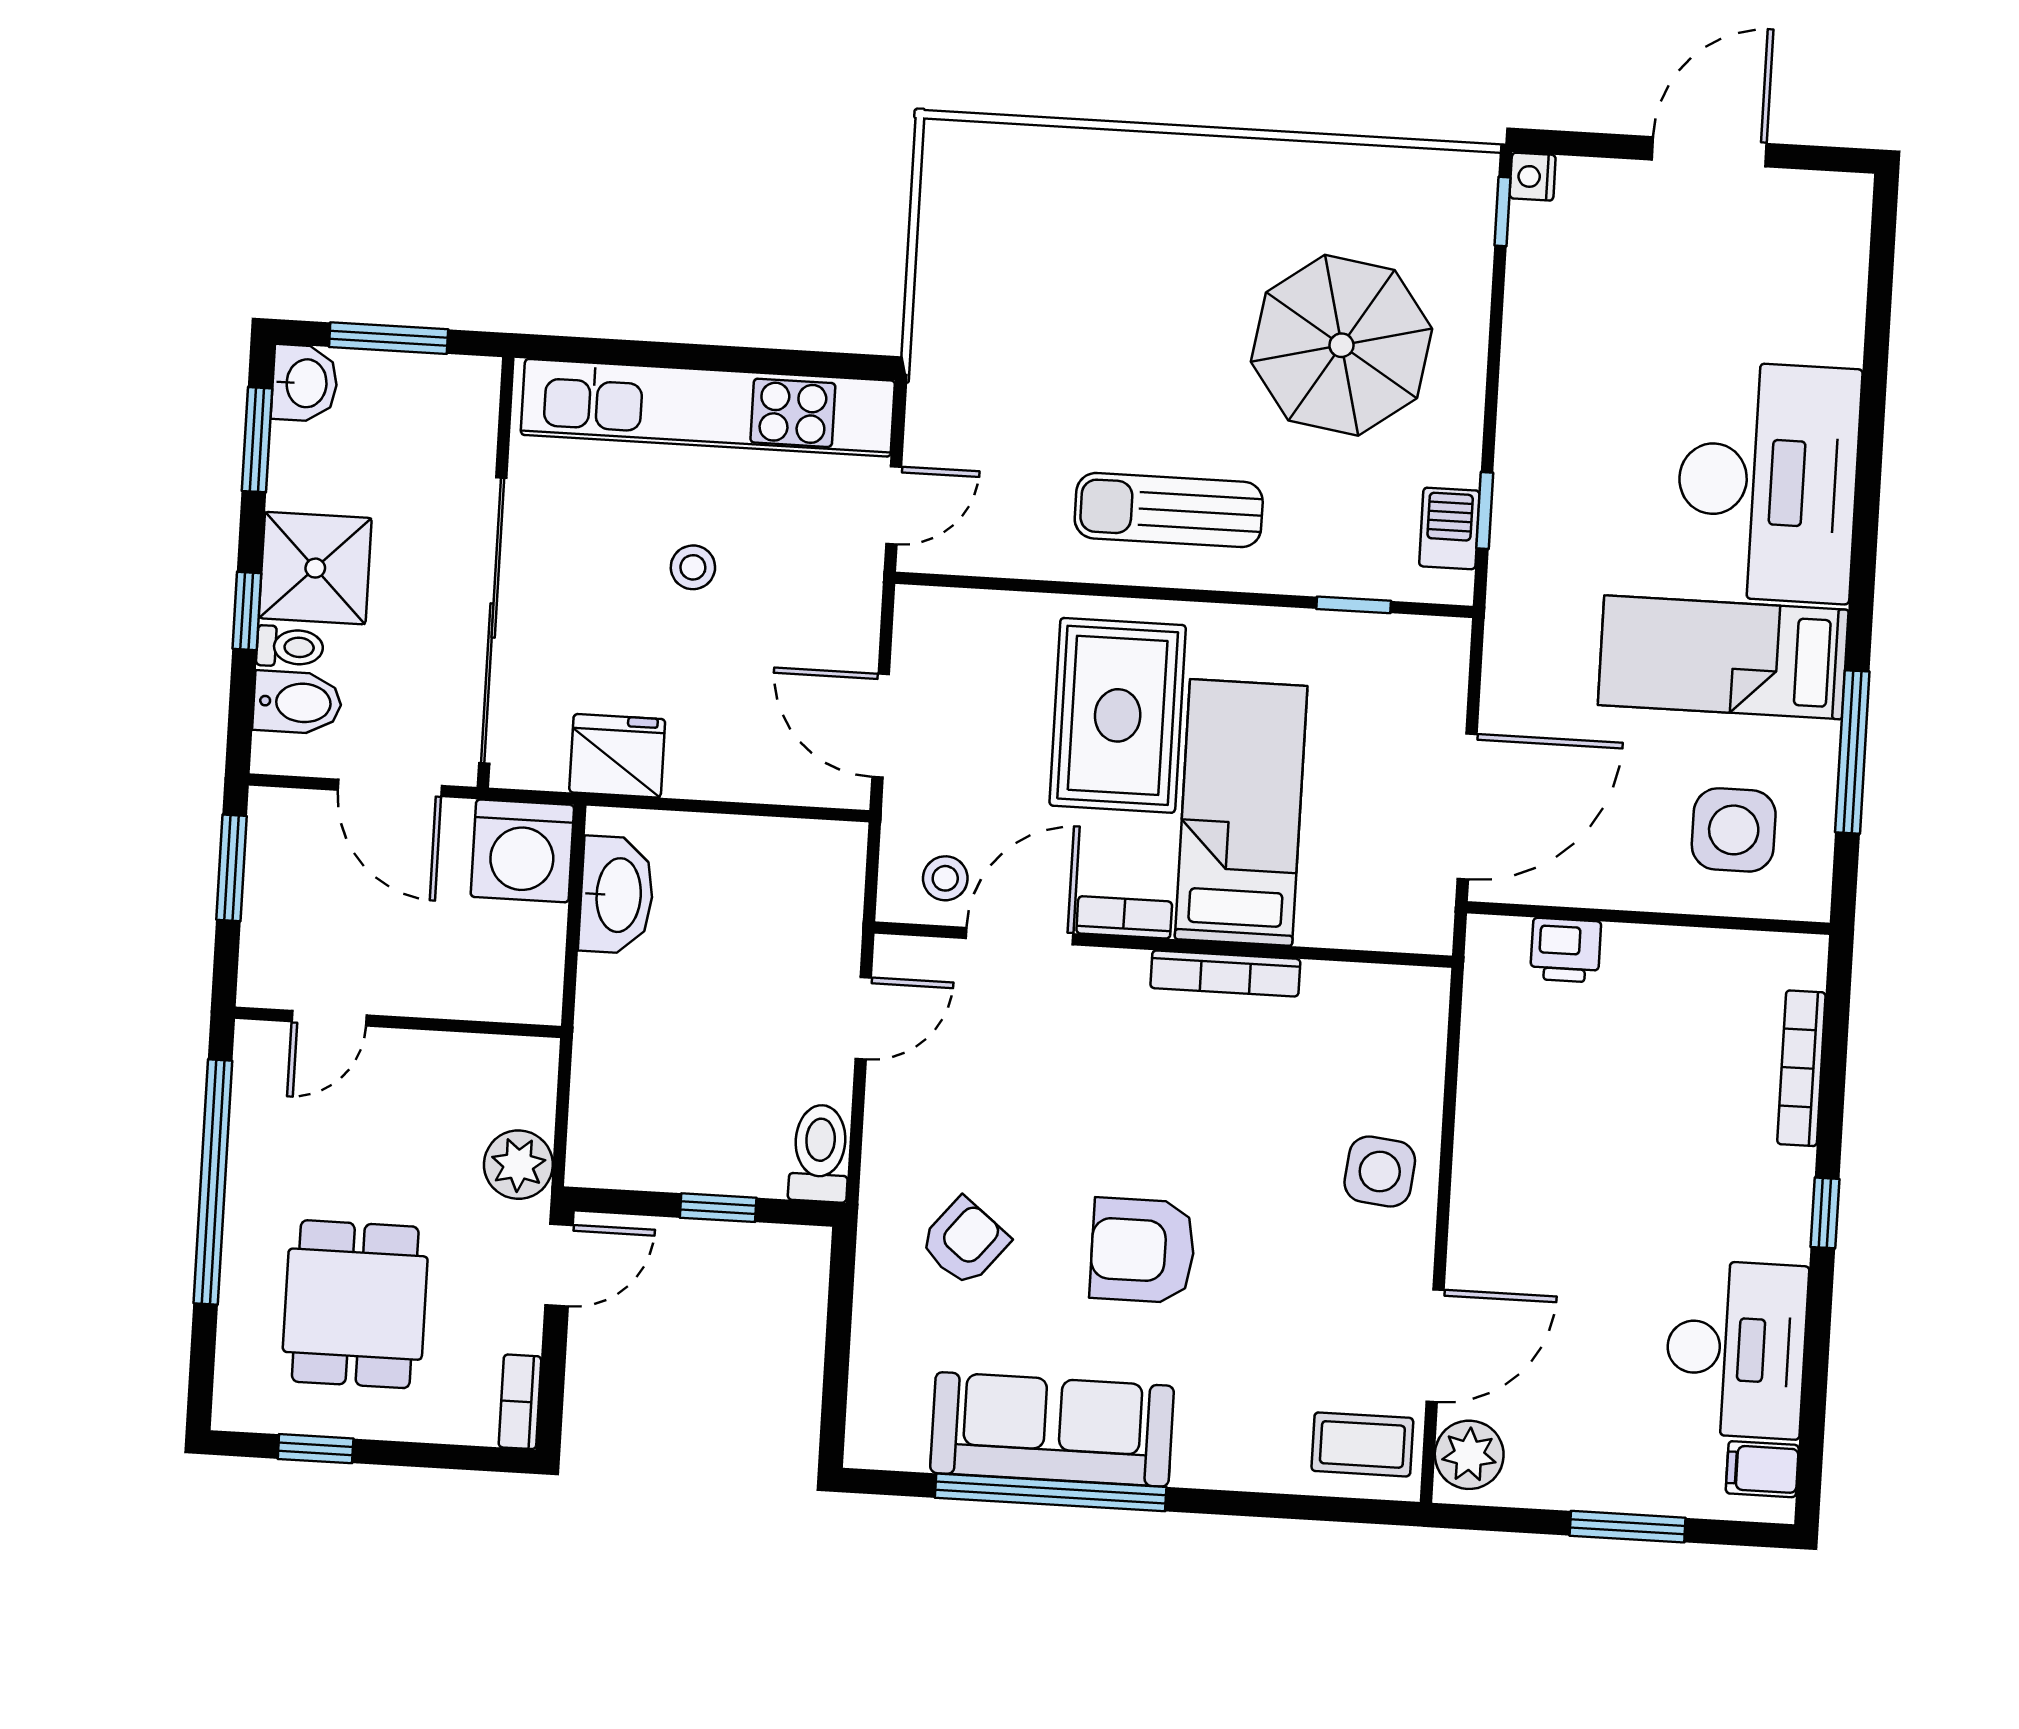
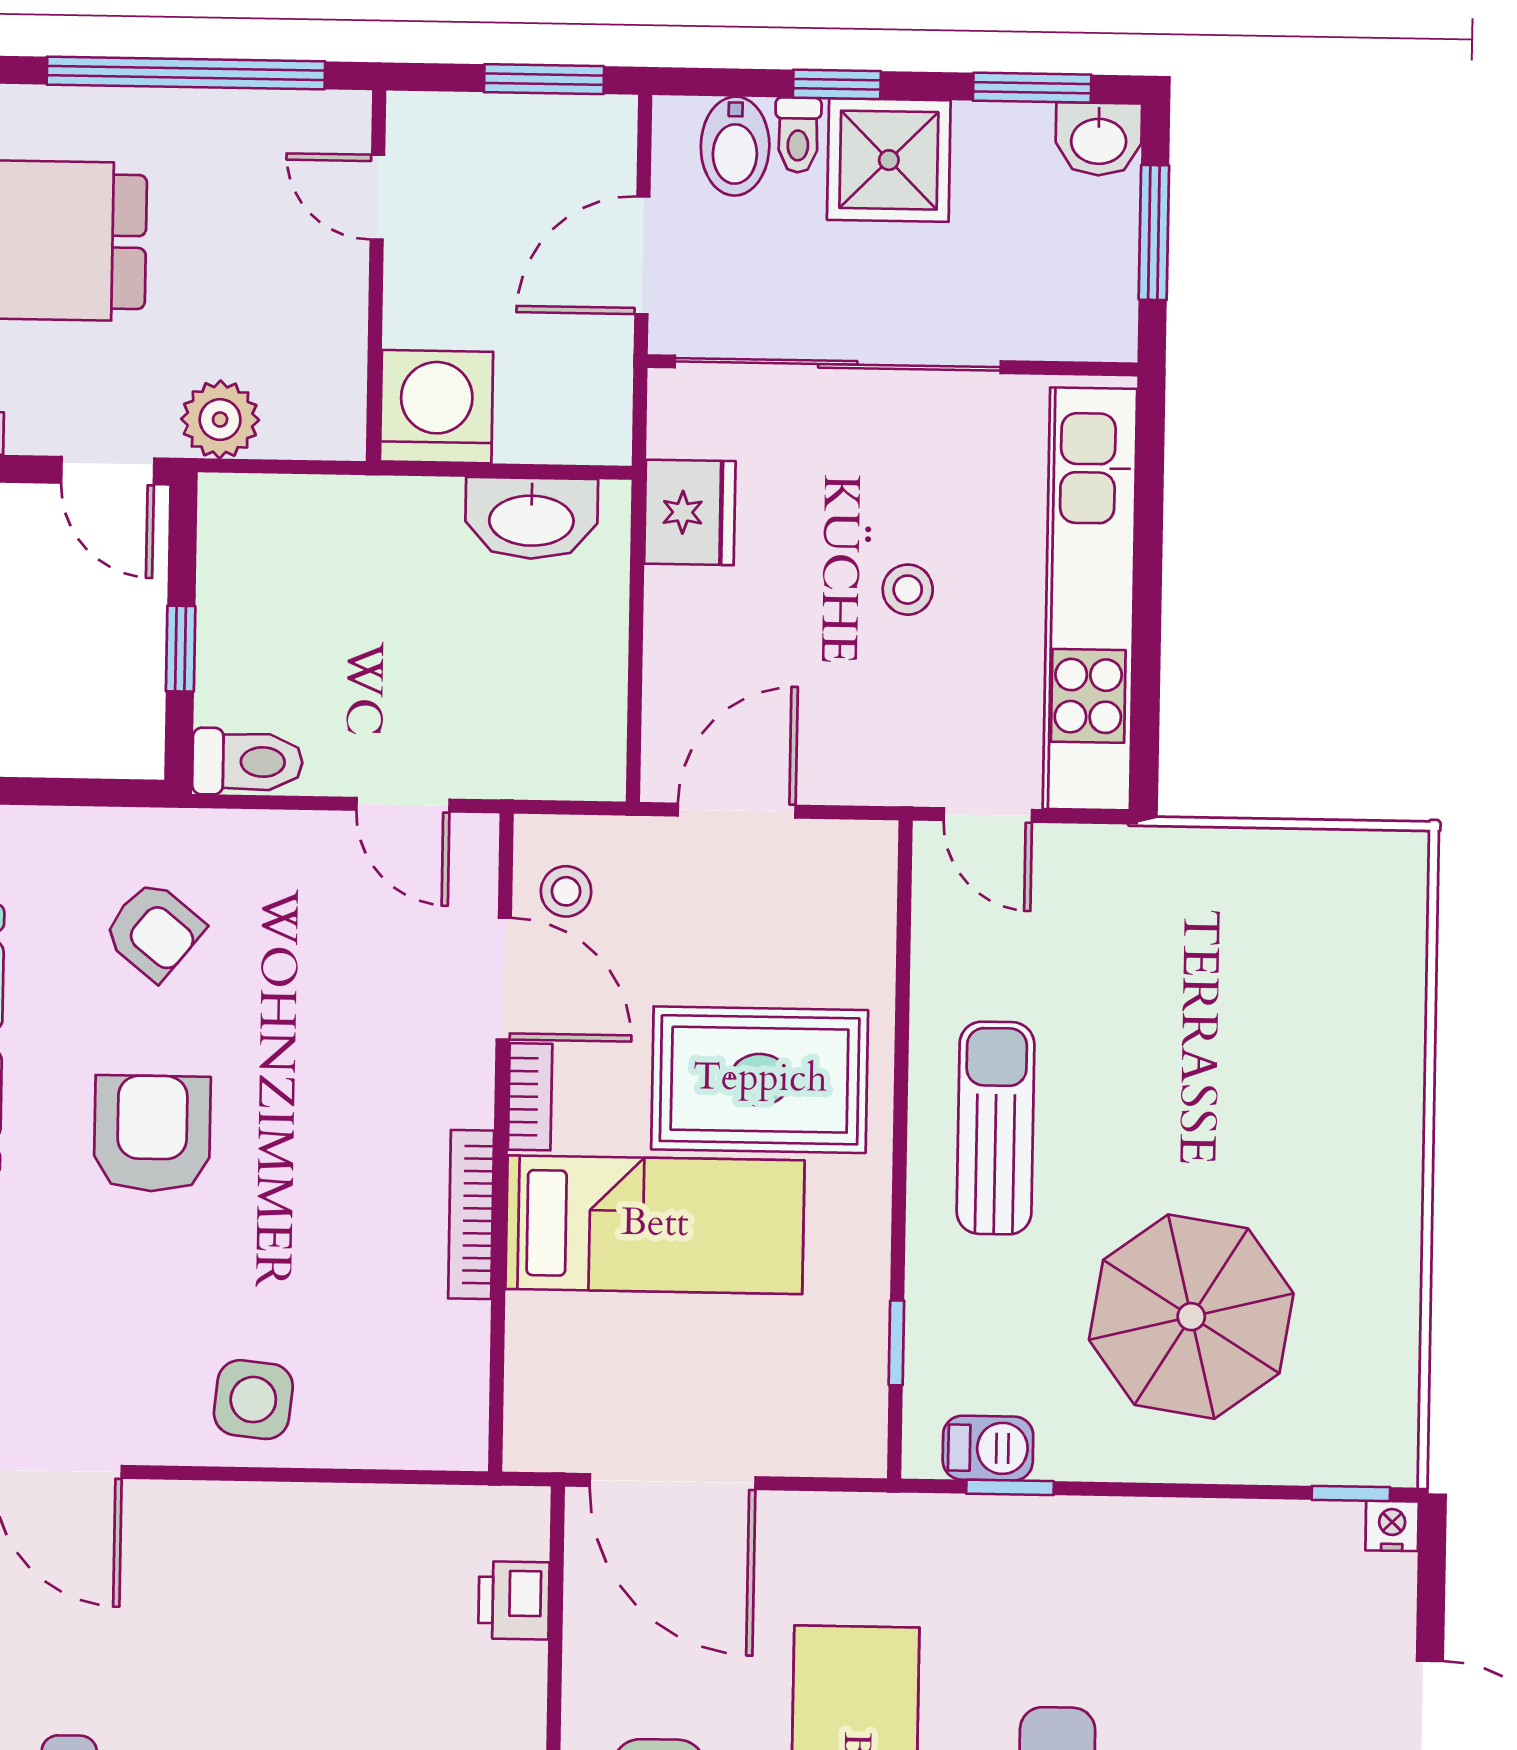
washing machine: (522, 851) -> (437, 407), moved, turned 90

